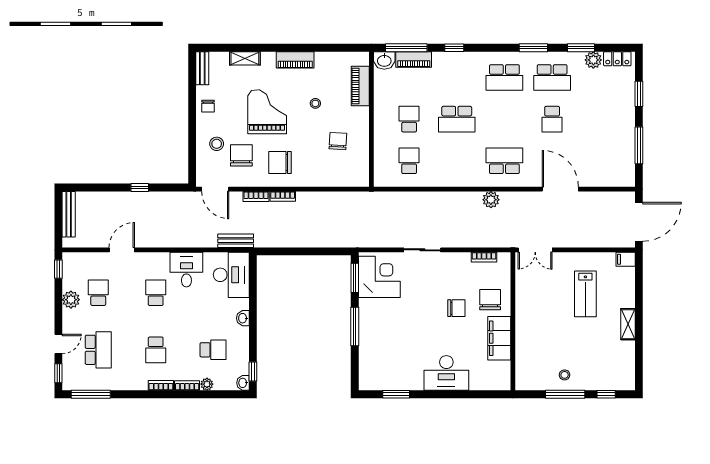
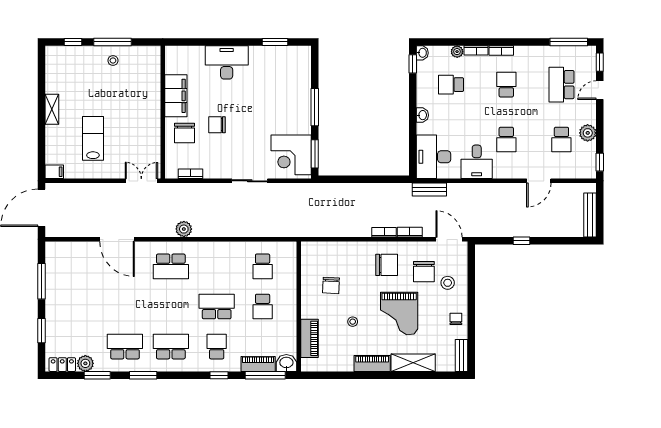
shelving: (245, 58) -> (413, 363), width x1.50, depth x1.33
school desk: (552, 119) -> (217, 347), moved

